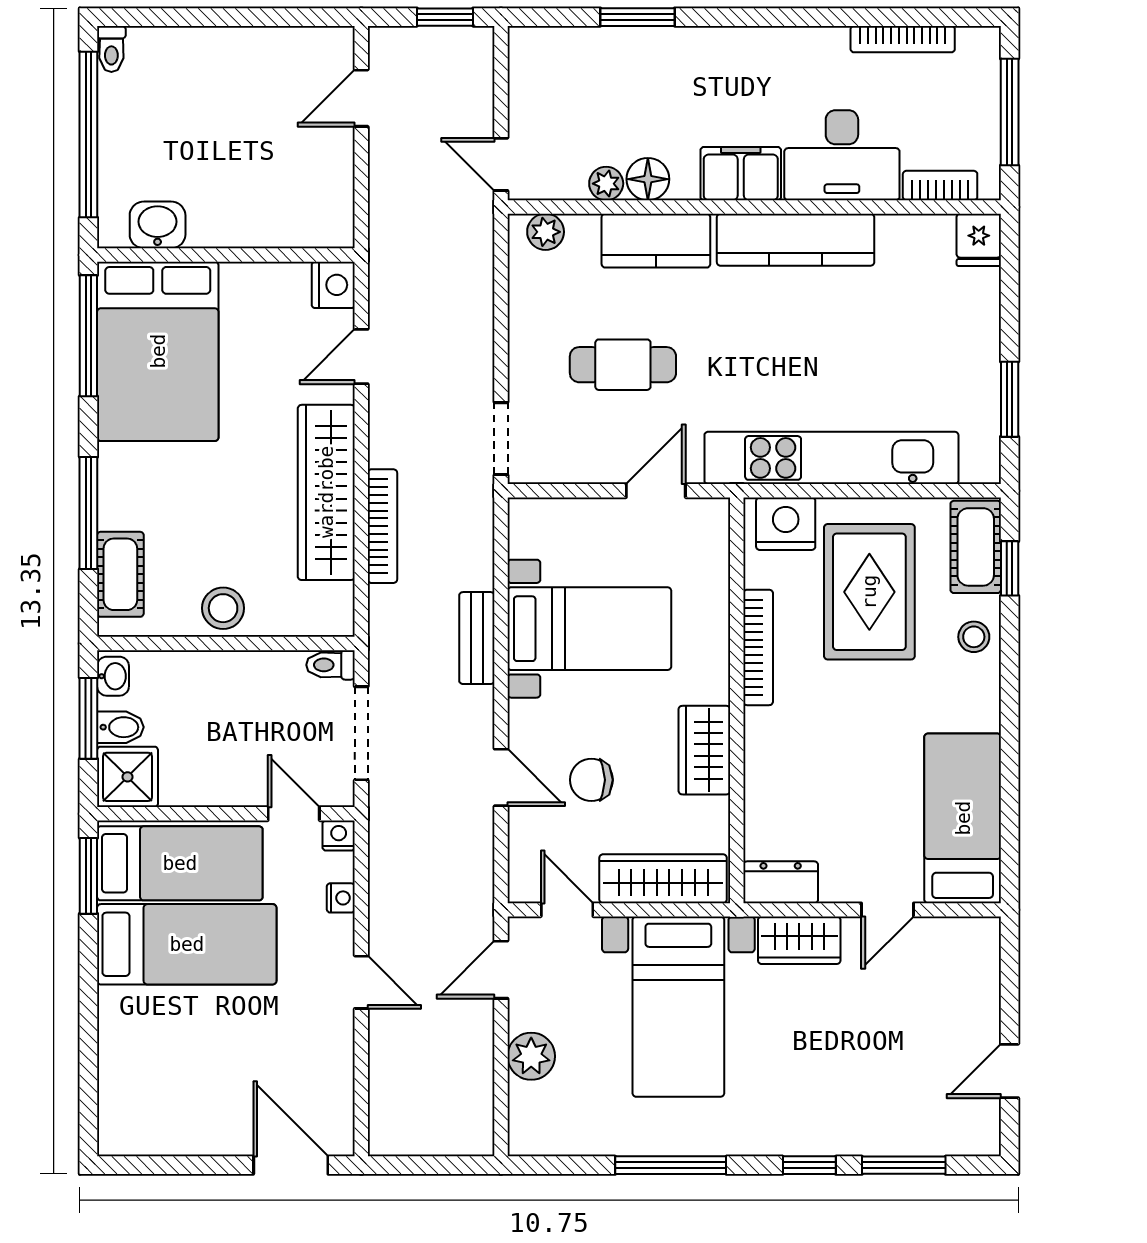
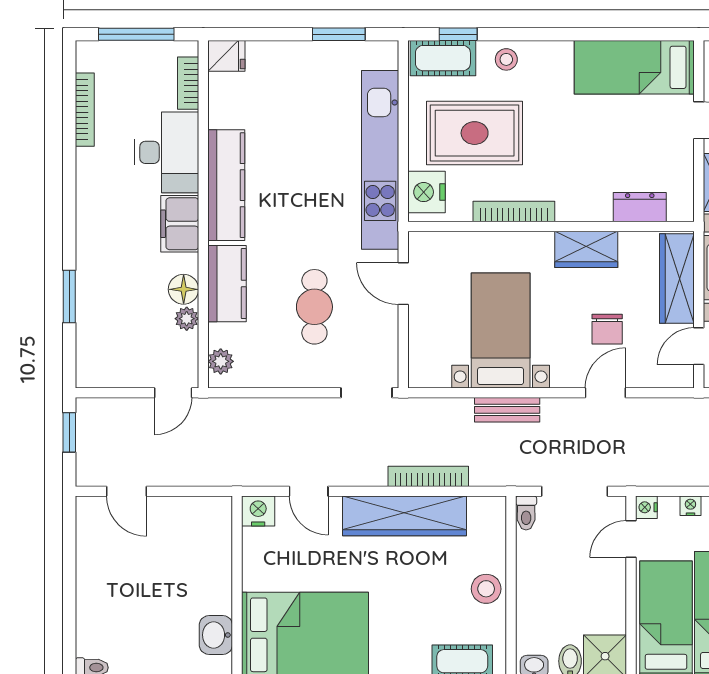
dresser: (781, 882) -> (640, 207), moved, turned 90

